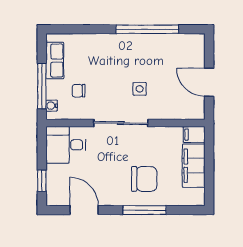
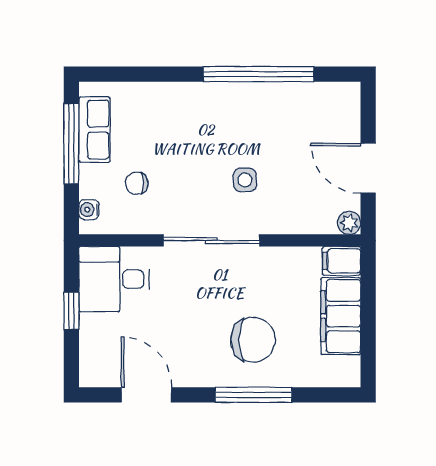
window: (42, 86) -> (71, 144), moved
plant: (198, 113) -> (349, 223), added
window: (42, 181) -> (71, 311), moved

